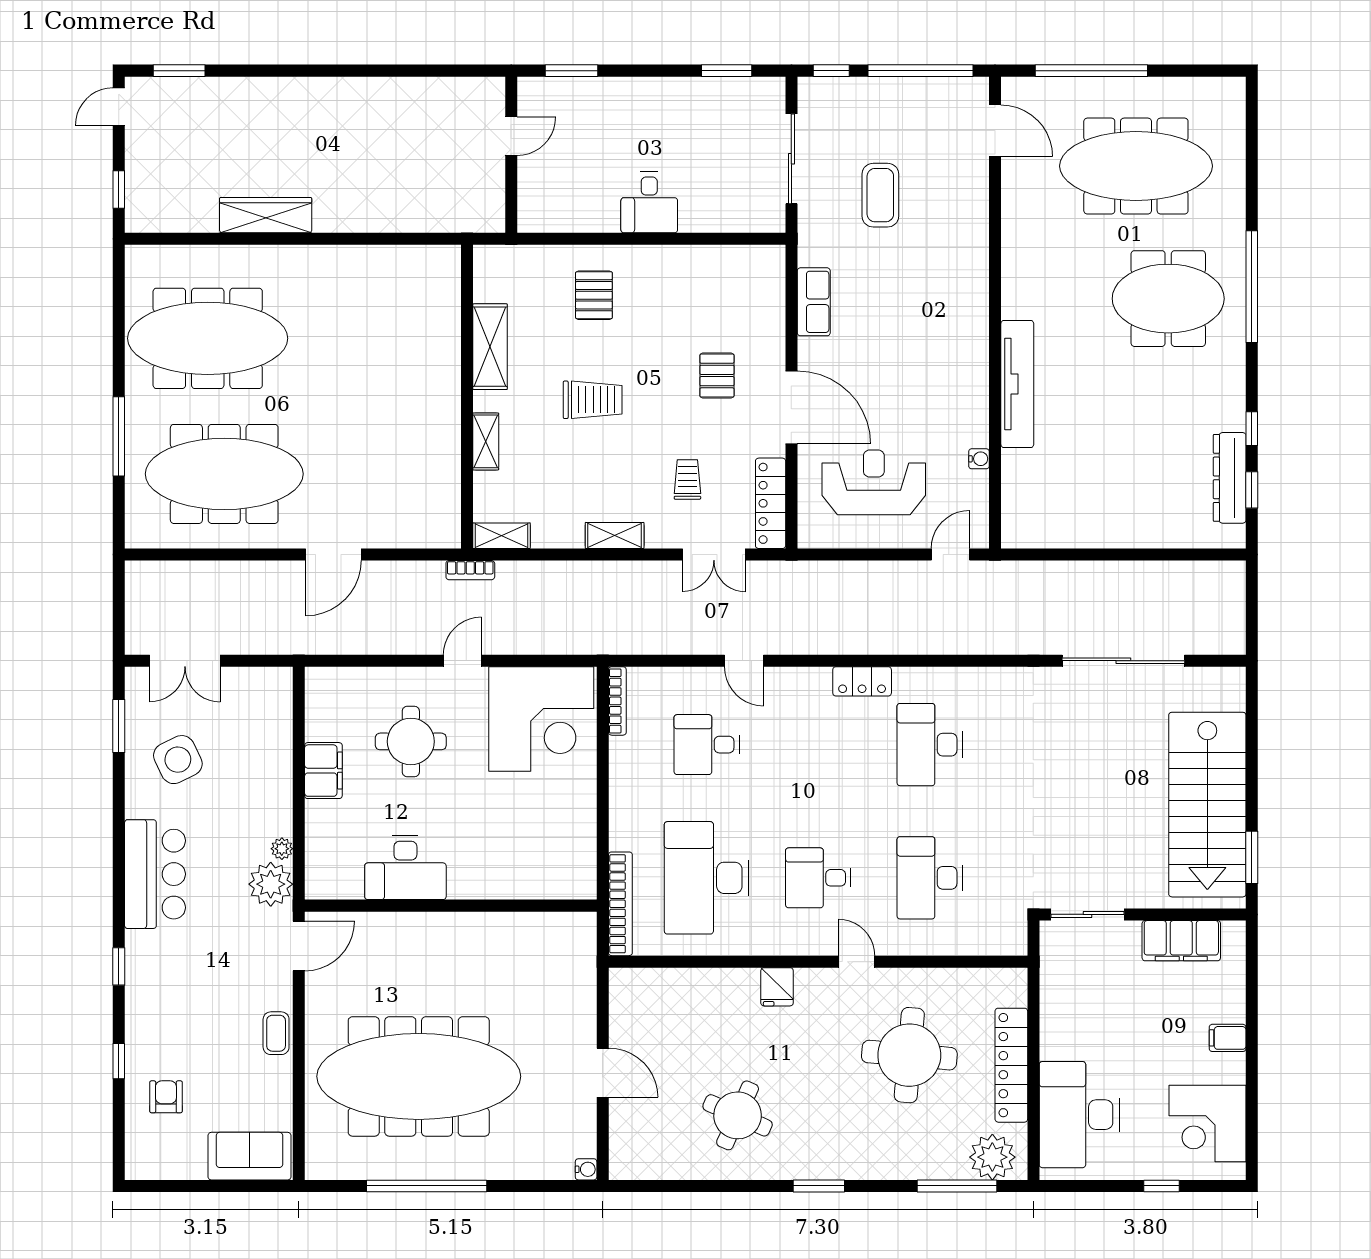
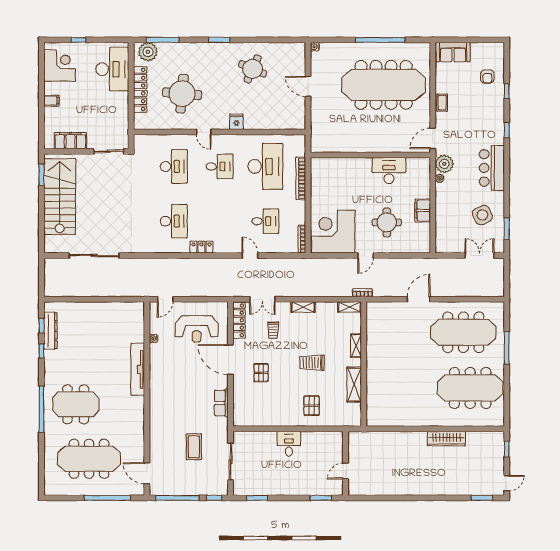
double door: (714, 555) -> (262, 299), swing flipped
bookcase: (620, 904) -> (301, 178), moved

